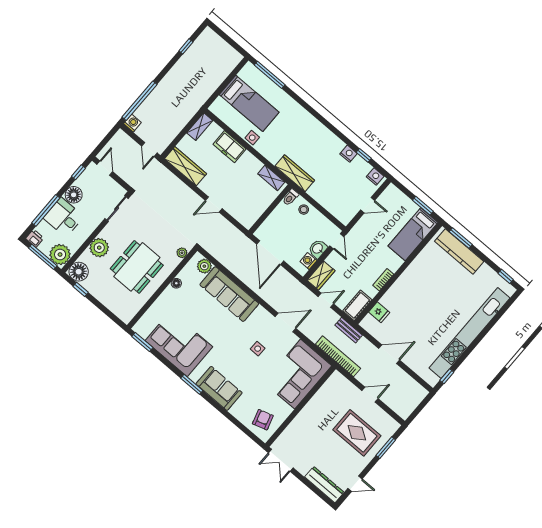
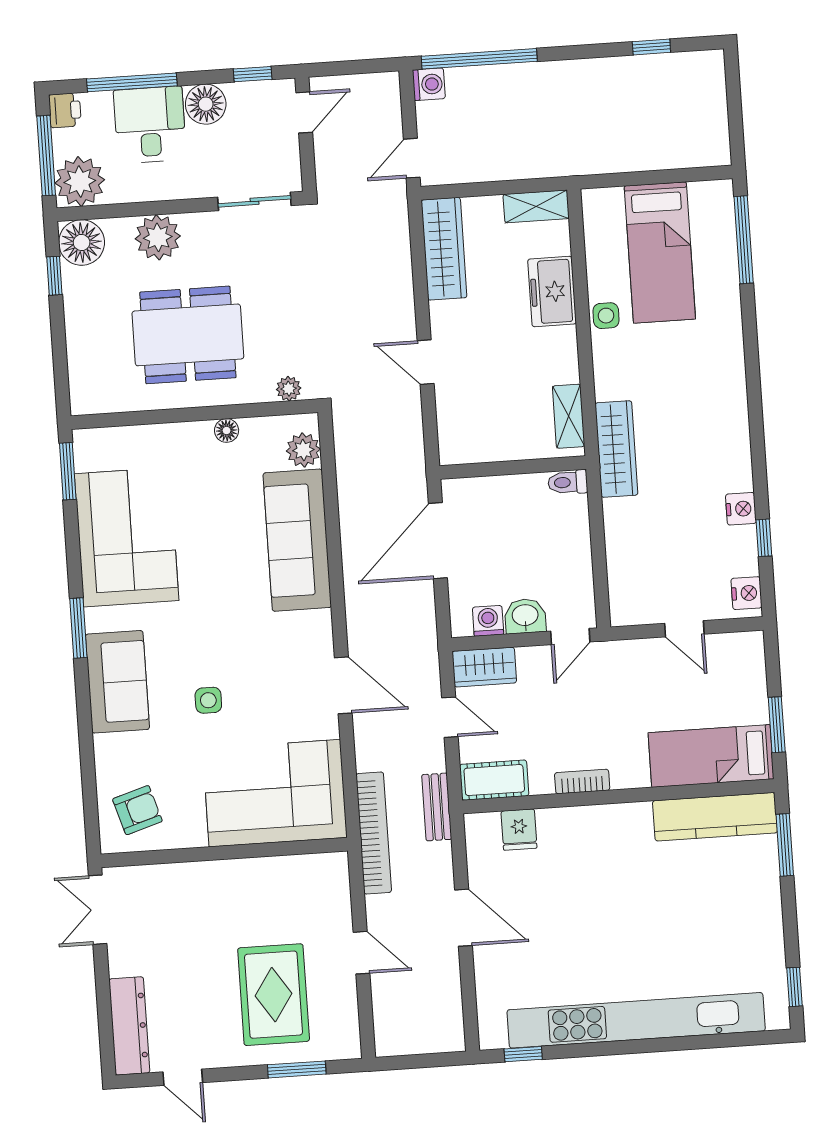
stool: (304, 210) -> (569, 526), removed
kitchen counter: (459, 251) -> (715, 817), moved, turned -90
side table: (258, 349) -> (208, 700), moved

